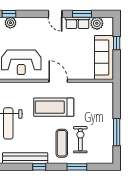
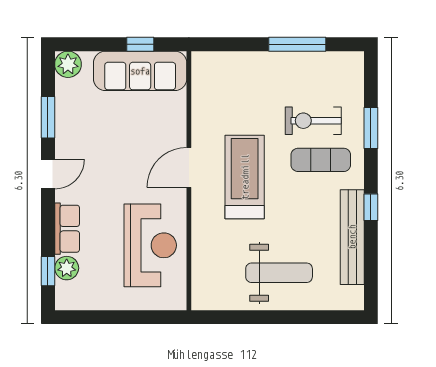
row of seats: (78, 23) -> (67, 229), moved
plant: (97, 23) -> (68, 64), moved
window: (117, 43) -> (140, 44), moved
treadmill: (54, 107) -> (245, 177), turned 180

